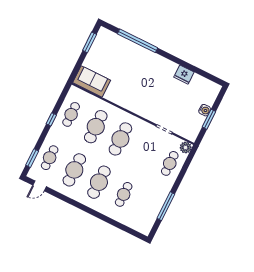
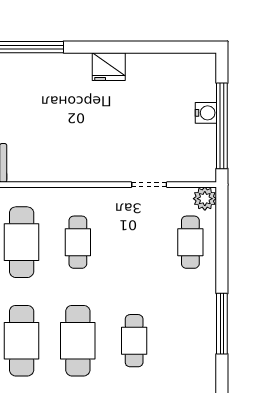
fridge: (184, 75) -> (109, 67), moved
window: (209, 119) -> (222, 126), width x2.11
cafe table: (120, 139) -> (78, 242), width x0.73, depth x0.74

